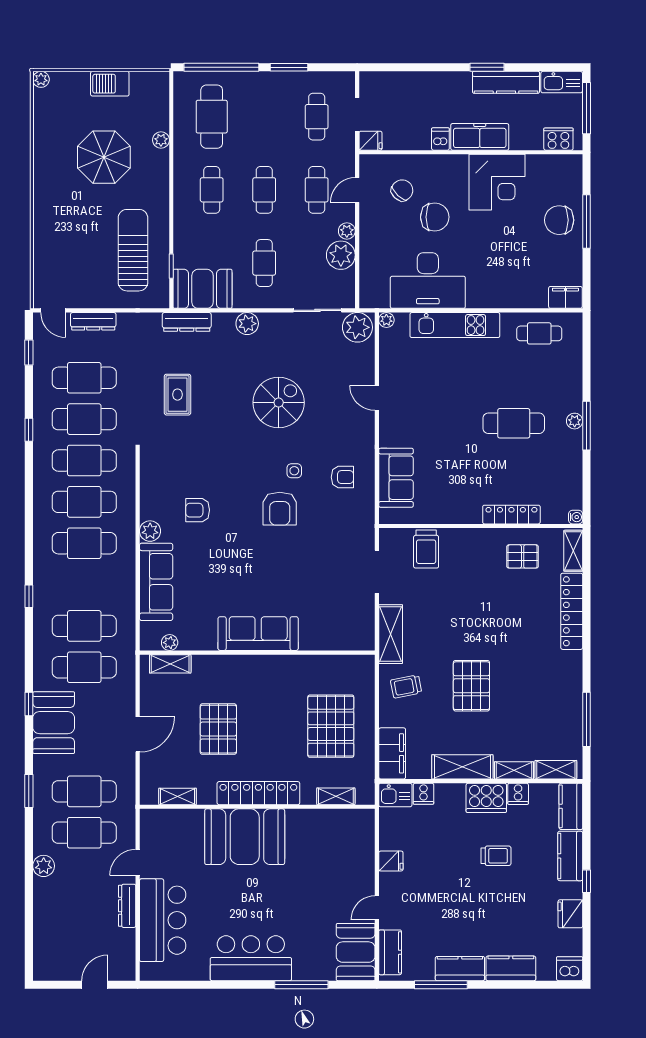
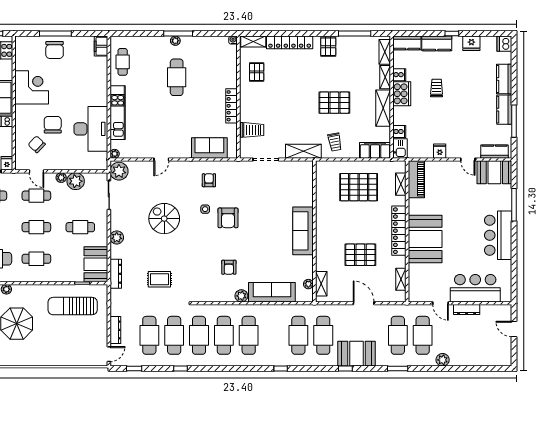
armchair: (280, 509) -> (228, 218), turned 90
locker: (511, 515) -> (231, 106), moved
pallet: (565, 676) -> (328, 47), added
piano: (344, 822) -> (416, 179), added

